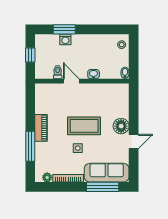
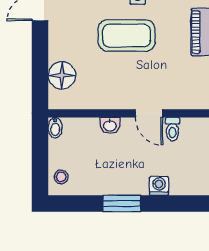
window: (64, 29) -> (122, 203), moved
floor lamp: (121, 126) -> (62, 75), moved

